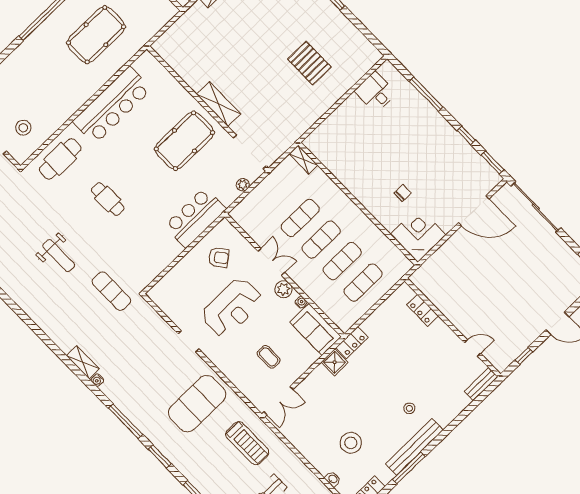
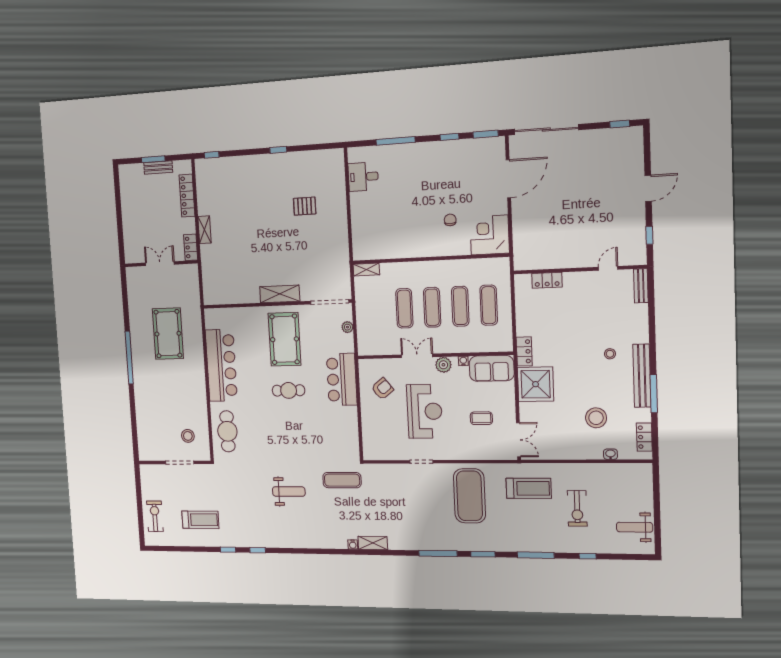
pallet: (309, 63) -> (305, 206), width x0.67, depth x0.71
cafe table: (108, 199) -> (289, 390), moved
shower: (335, 362) -> (536, 384), width x1.86, depth x1.86
water cooler: (97, 380) -> (353, 544), moved

